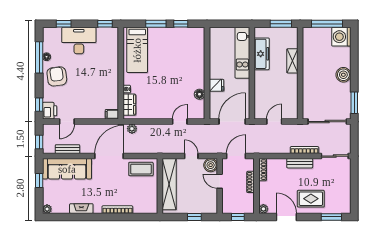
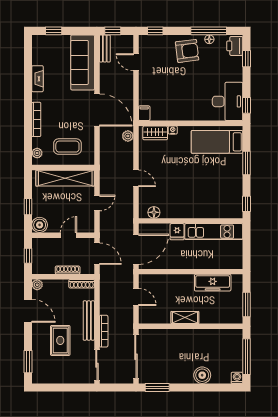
window: (181, 24) -> (247, 204), moved
washing machine: (341, 37) -> (237, 378), width x0.53, depth x0.53
desk: (79, 41) -> (228, 101), moved
kitchen unit: (242, 53) -> (214, 232), moved, turned 180
shelving: (292, 61) -> (185, 317), moved
boiler: (343, 75) -> (202, 375), moved
floor lamp: (199, 94) -> (154, 212), moved
printer: (50, 111) -> (235, 46), moved, turned 90
door: (180, 122) -> (136, 178), moved
door: (232, 122) -> (136, 249), hinge flipped
bench: (67, 149) -> (105, 48), moved
bench: (300, 163) -> (89, 321), width x1.36
boiler: (211, 165) -> (40, 225), moved
coffee table: (141, 169) -> (67, 147), moved, turned 90
window: (39, 181) -> (54, 31), moved
rug: (311, 199) -> (60, 340), moved
plant: (47, 209) -> (37, 153), moved
door: (286, 217) -> (28, 311), hinge flipped

